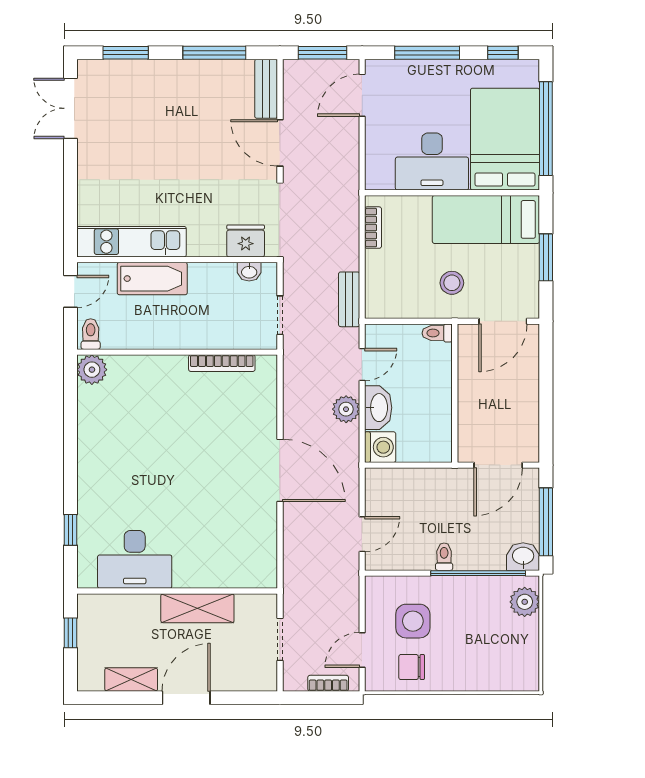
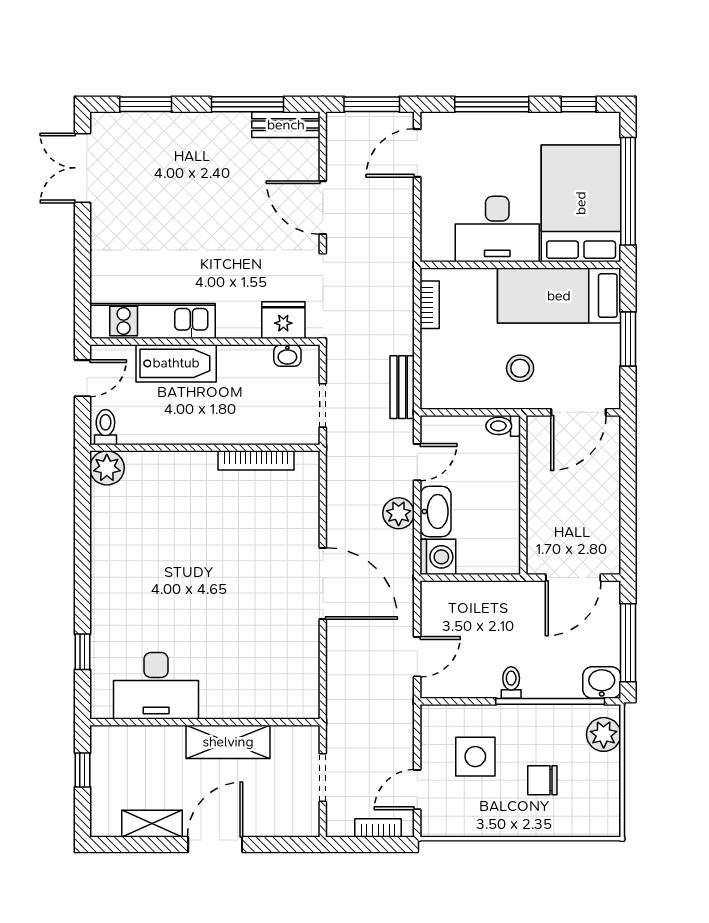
bench: (266, 89) -> (286, 125), moved, turned 90
chair: (412, 667) -> (542, 780), moved

